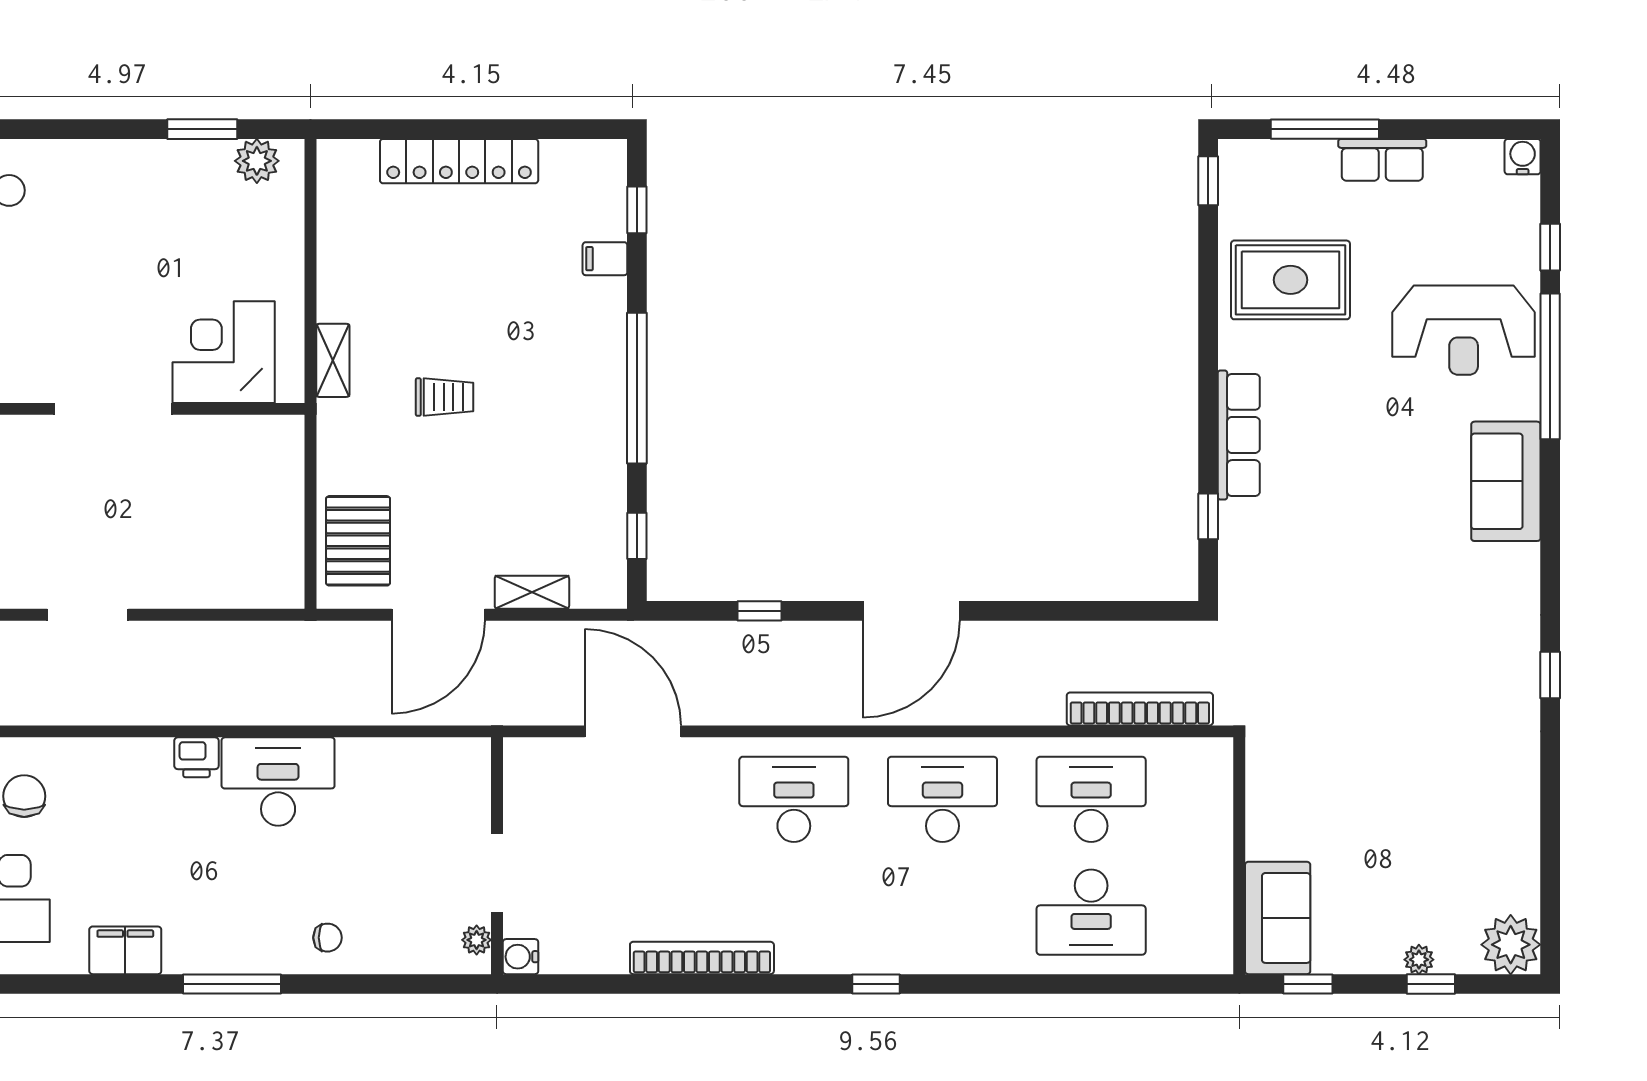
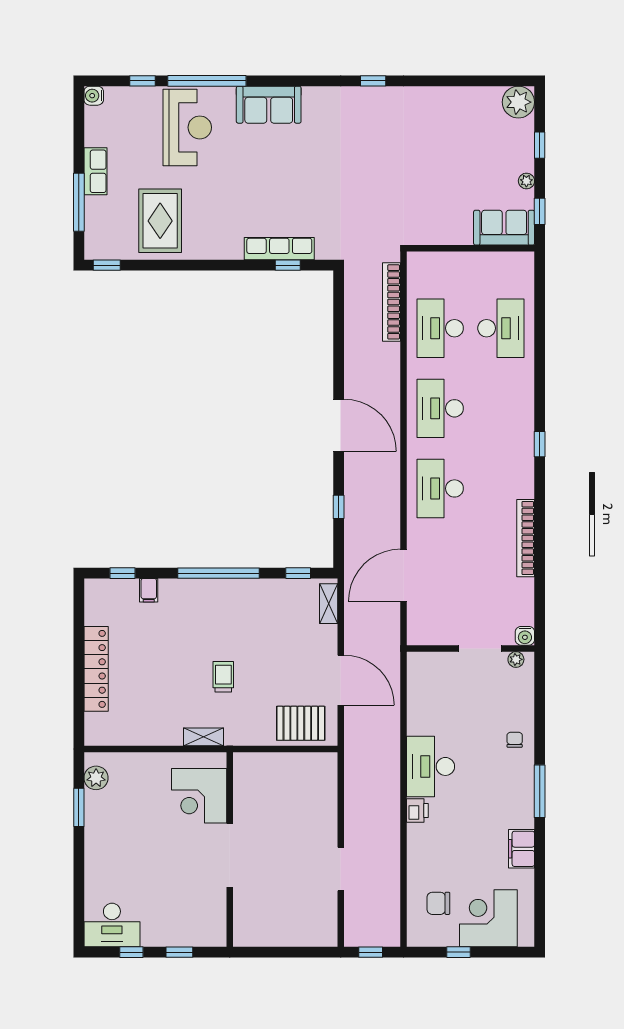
row of seats: (1239, 435) -> (279, 249), moved
shelving: (532, 592) -> (329, 604), moved
plant: (1419, 960) -> (526, 181), moved

